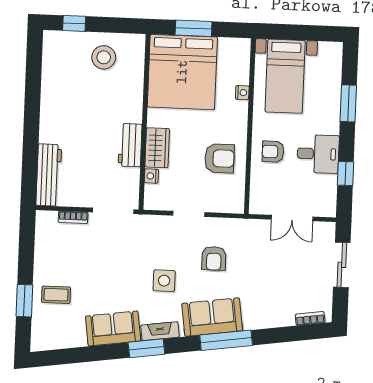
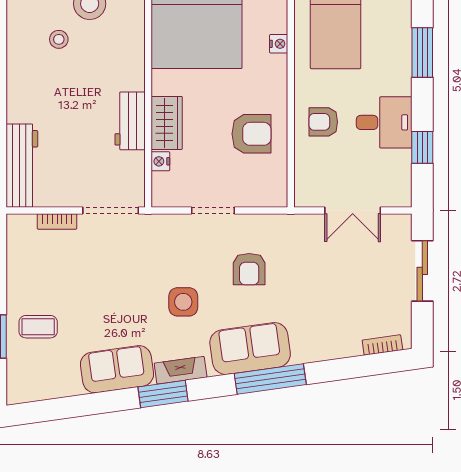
stool: (80, 83) -> (59, 39), added

